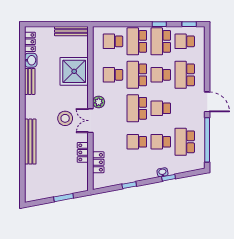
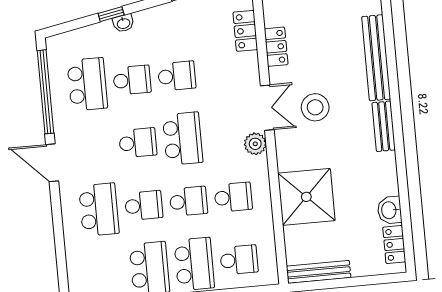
school desk: (185, 41) -> (105, 272), removed
school desk: (137, 75) -> (188, 201), width x0.54
bench: (30, 81) -> (384, 126), moved

